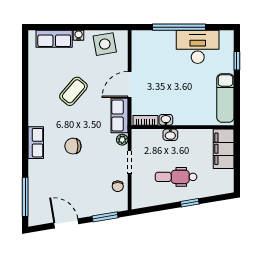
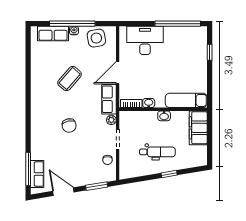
window: (77, 27) -> (72, 24), added
window: (179, 27) -> (178, 24), moved
desk: (198, 47) -> (145, 40), moved
exam couch: (225, 98) -> (186, 100), moved, turned 90
washbasin: (170, 135) -> (164, 116), moved
row of seats: (36, 143) -> (37, 174), moved
chair: (73, 146) -> (69, 126), turned -102
dental chair: (176, 177) -> (157, 152), turned 180

